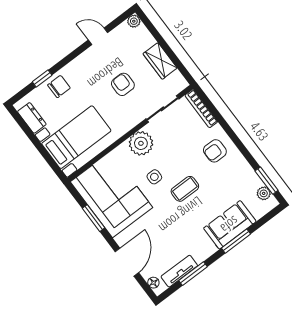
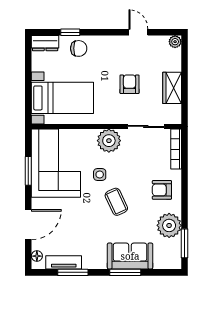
dresser: (32, 118) -> (45, 43), moved, turned 90
coffee table: (185, 189) -> (116, 202), turned 65
plant: (264, 193) -> (169, 225), moved, width x1.87, depth x1.87

